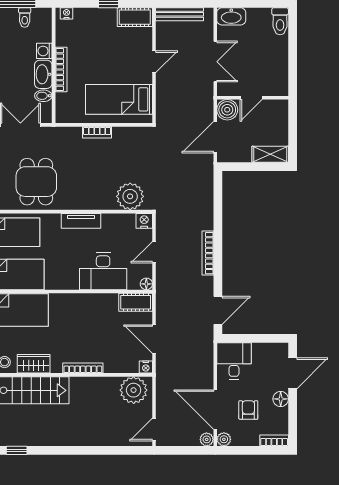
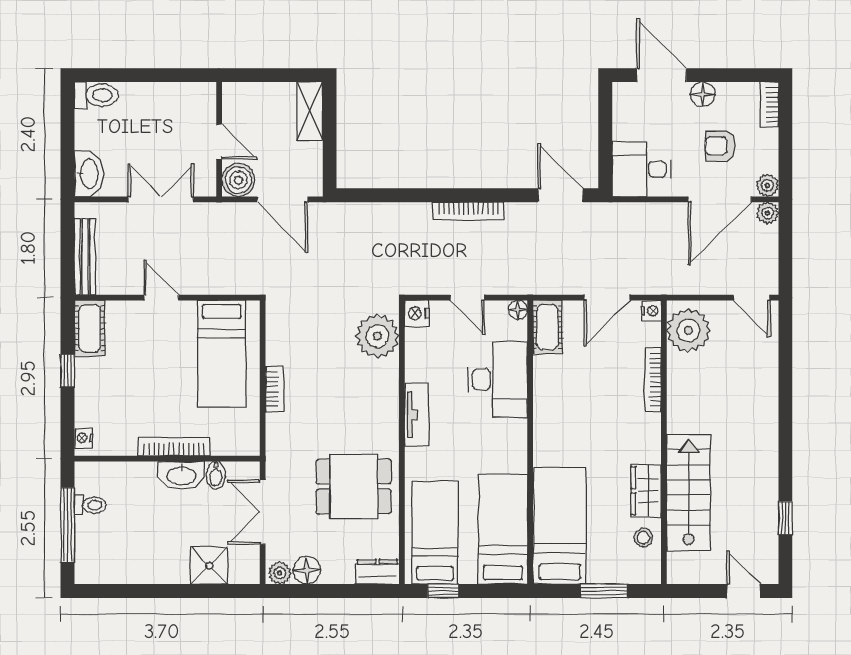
washing machine: (44, 51) -> (144, 474), removed
bookcase: (83, 368) -> (653, 380), moved

